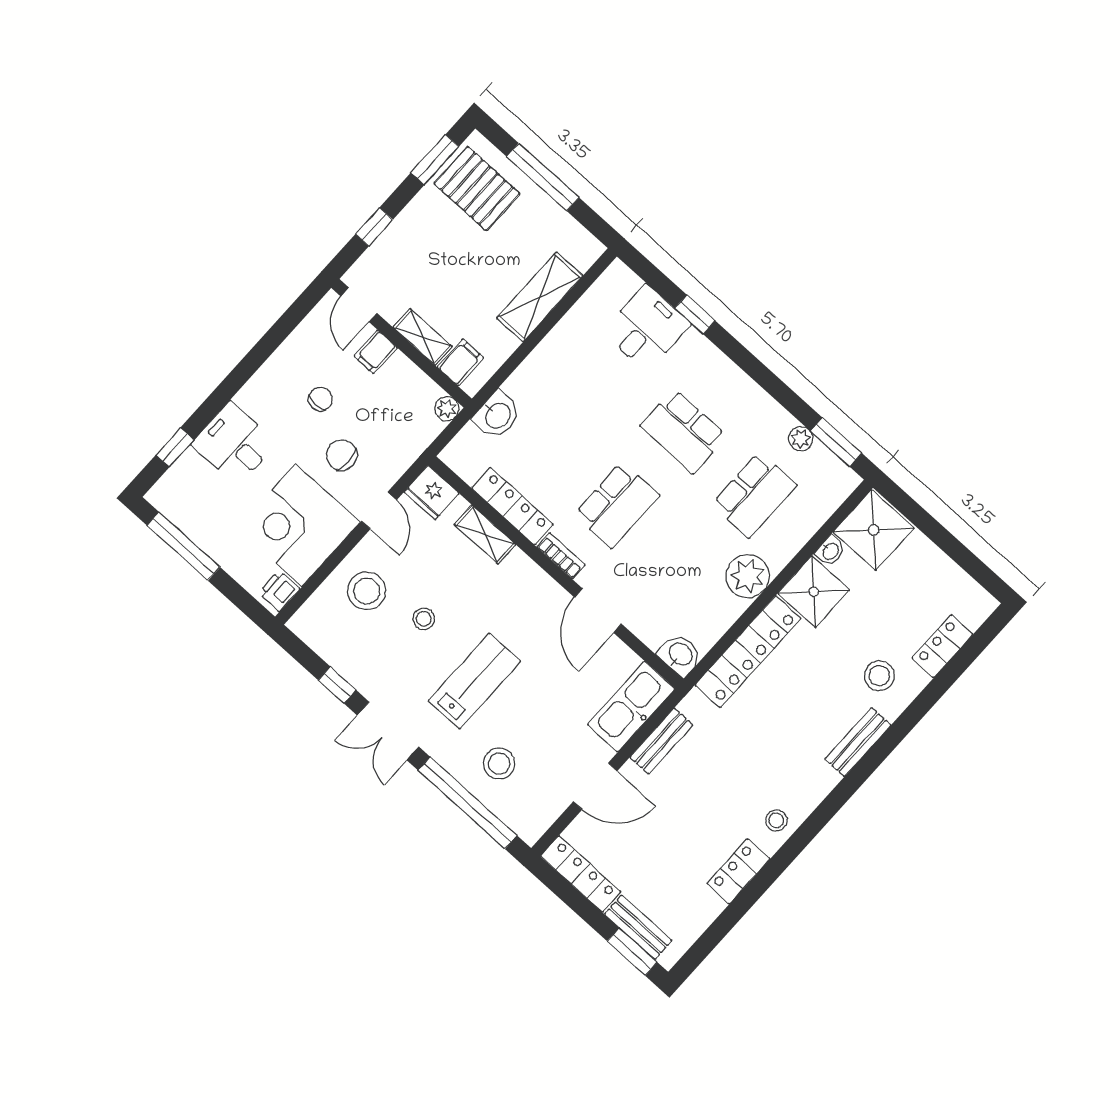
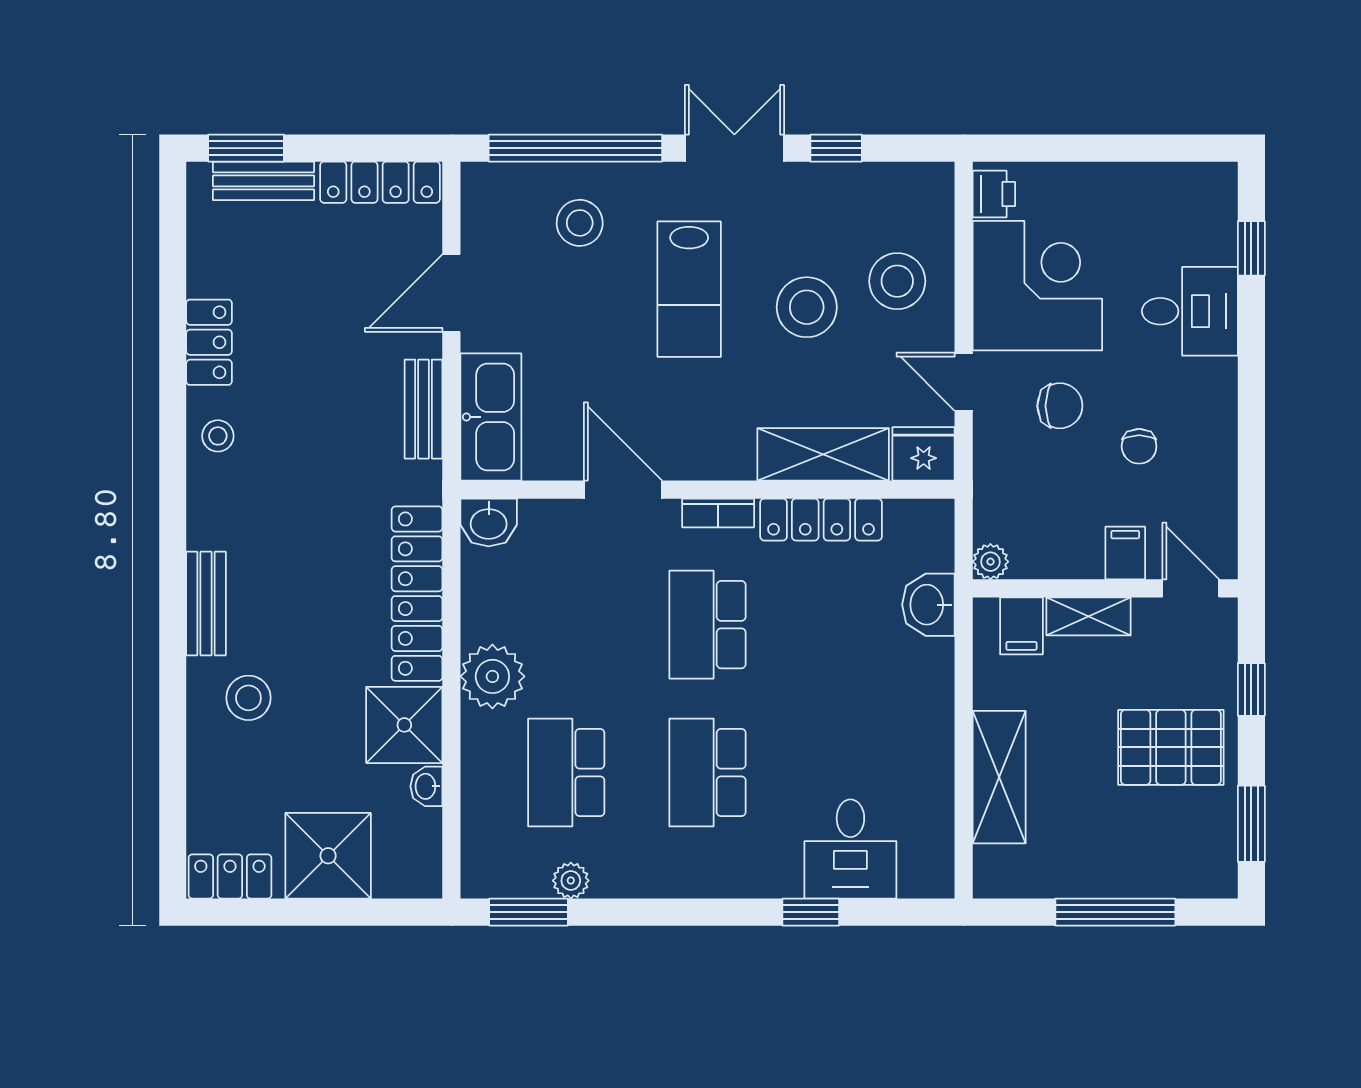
pallet: (477, 189) -> (1171, 747), moved
school desk: (684, 431) -> (708, 773), turned -90
shower: (874, 530) -> (328, 856), moved
shelving: (485, 535) -> (823, 454), width x1.50, depth x1.33
window: (183, 546) -> (1144, 148), removed
stool: (424, 619) -> (807, 307), width x1.89, depth x1.89
locker: (942, 646) -> (230, 876), moved, turned -90

